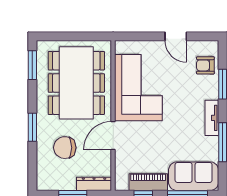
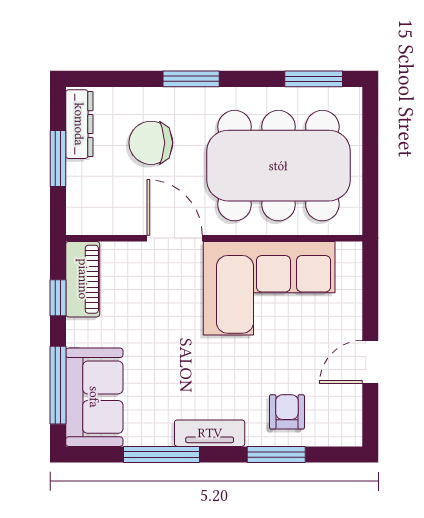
armchair: (205, 65) -> (287, 412), moved
chair: (65, 148) -> (151, 143), turned -90
piano: (148, 182) -> (83, 279), moved
dresser: (94, 184) -> (79, 124), moved

